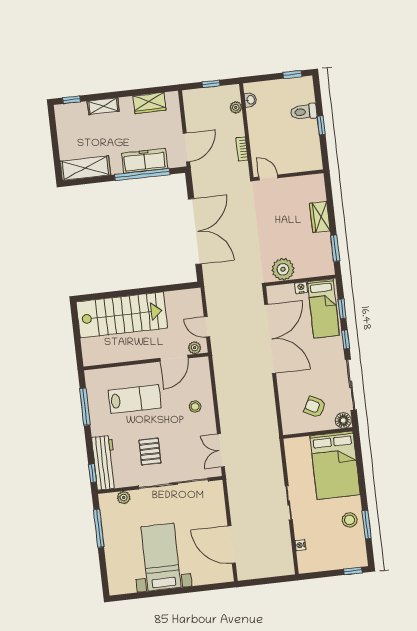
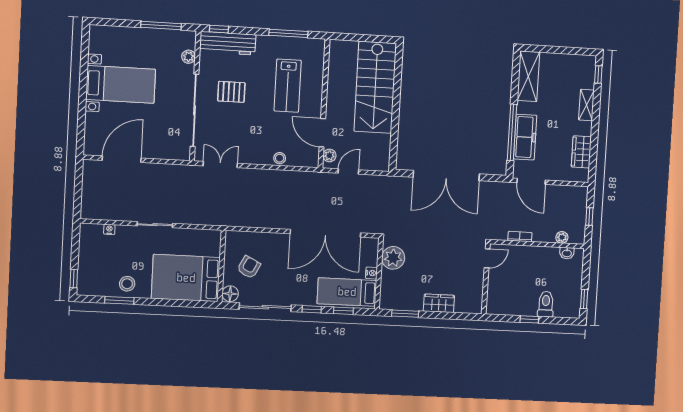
stool: (195, 407) -> (280, 158), moved

